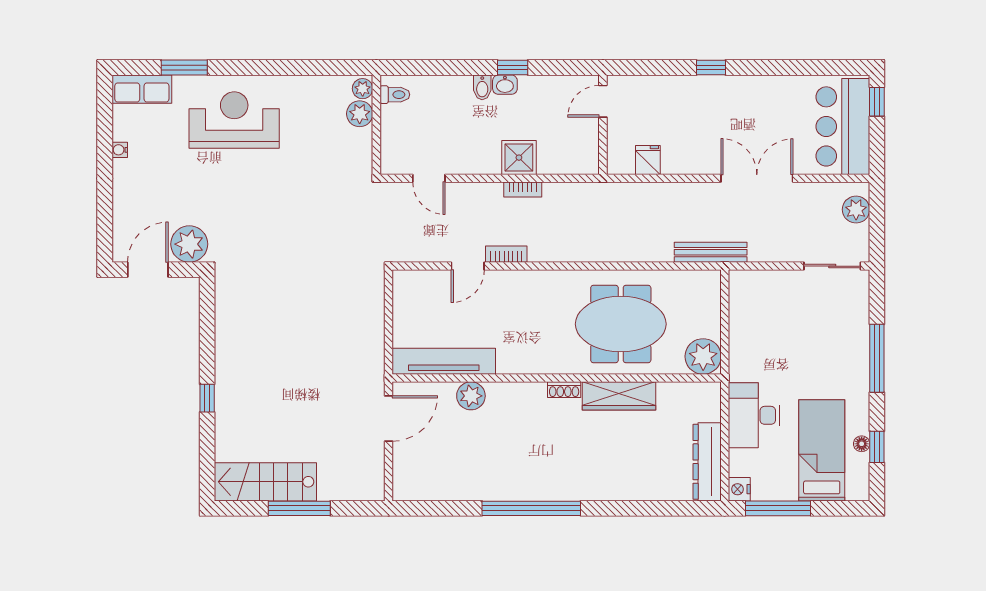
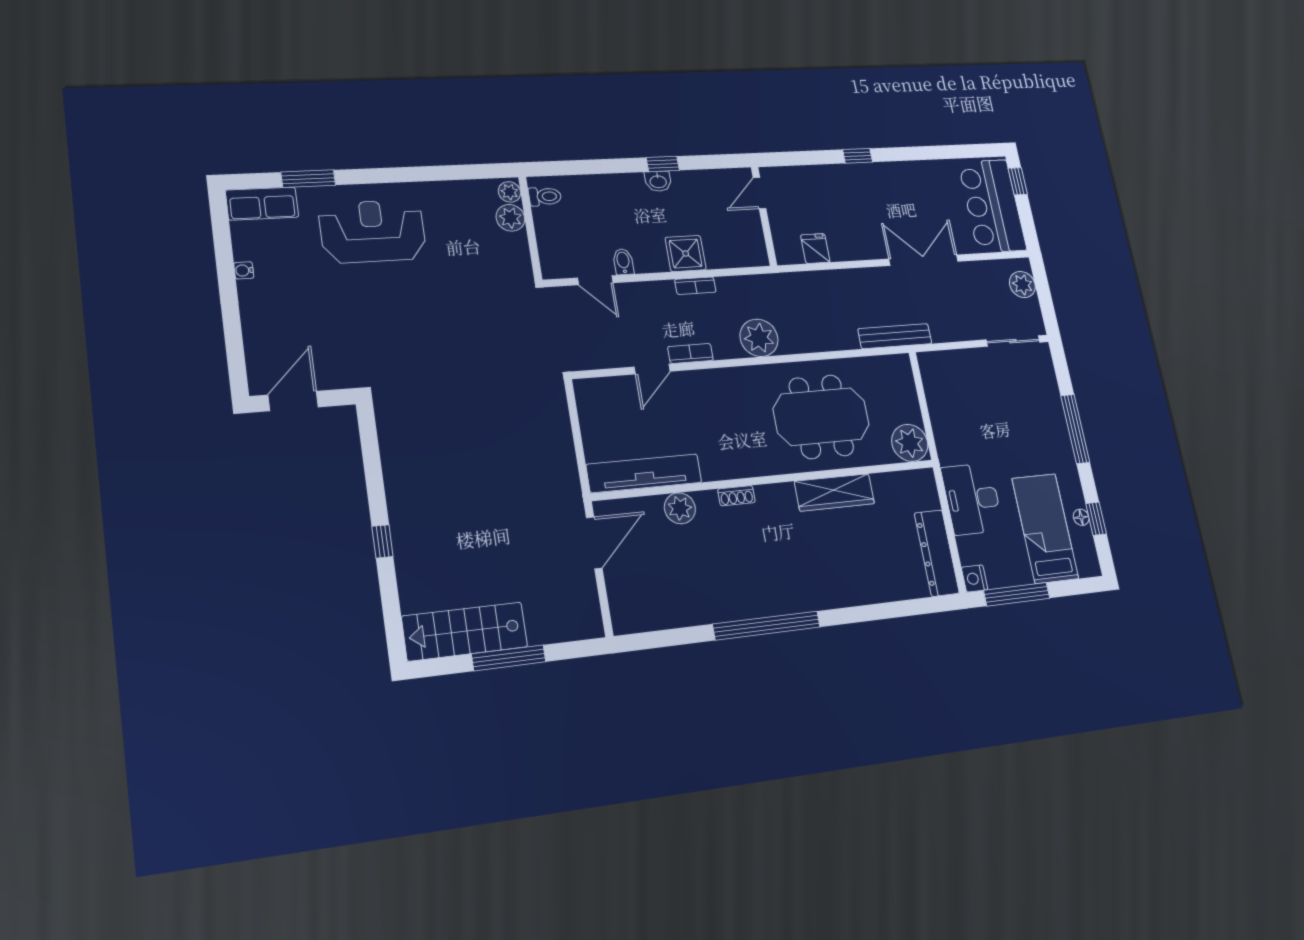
bidet: (482, 87) -> (623, 262), moved, turned 180
plant: (189, 244) -> (759, 338), moved
shoe rack: (564, 390) -> (736, 496), moved

